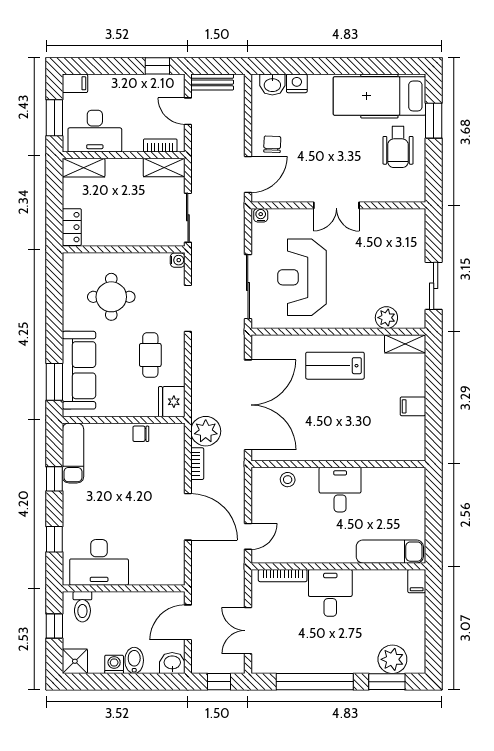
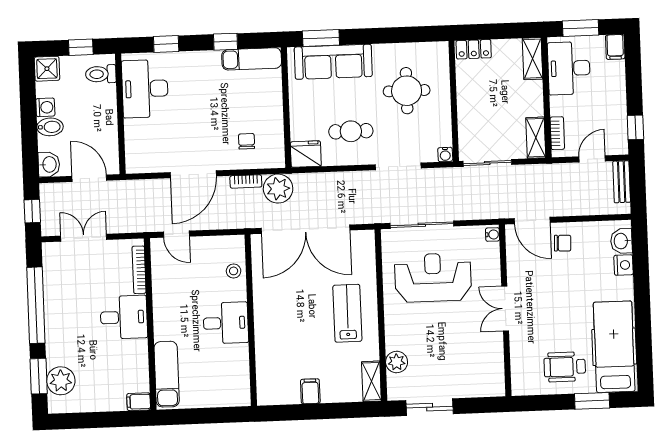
chair: (141, 434) -> (247, 141), moved

